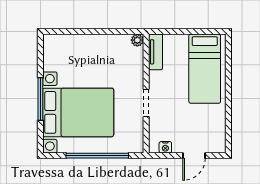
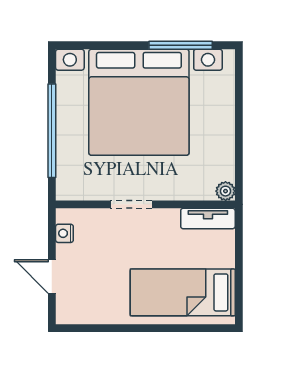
window: (40, 99) -> (181, 45), moved
bed with nightstands: (78, 112) -> (139, 102), width x1.36

